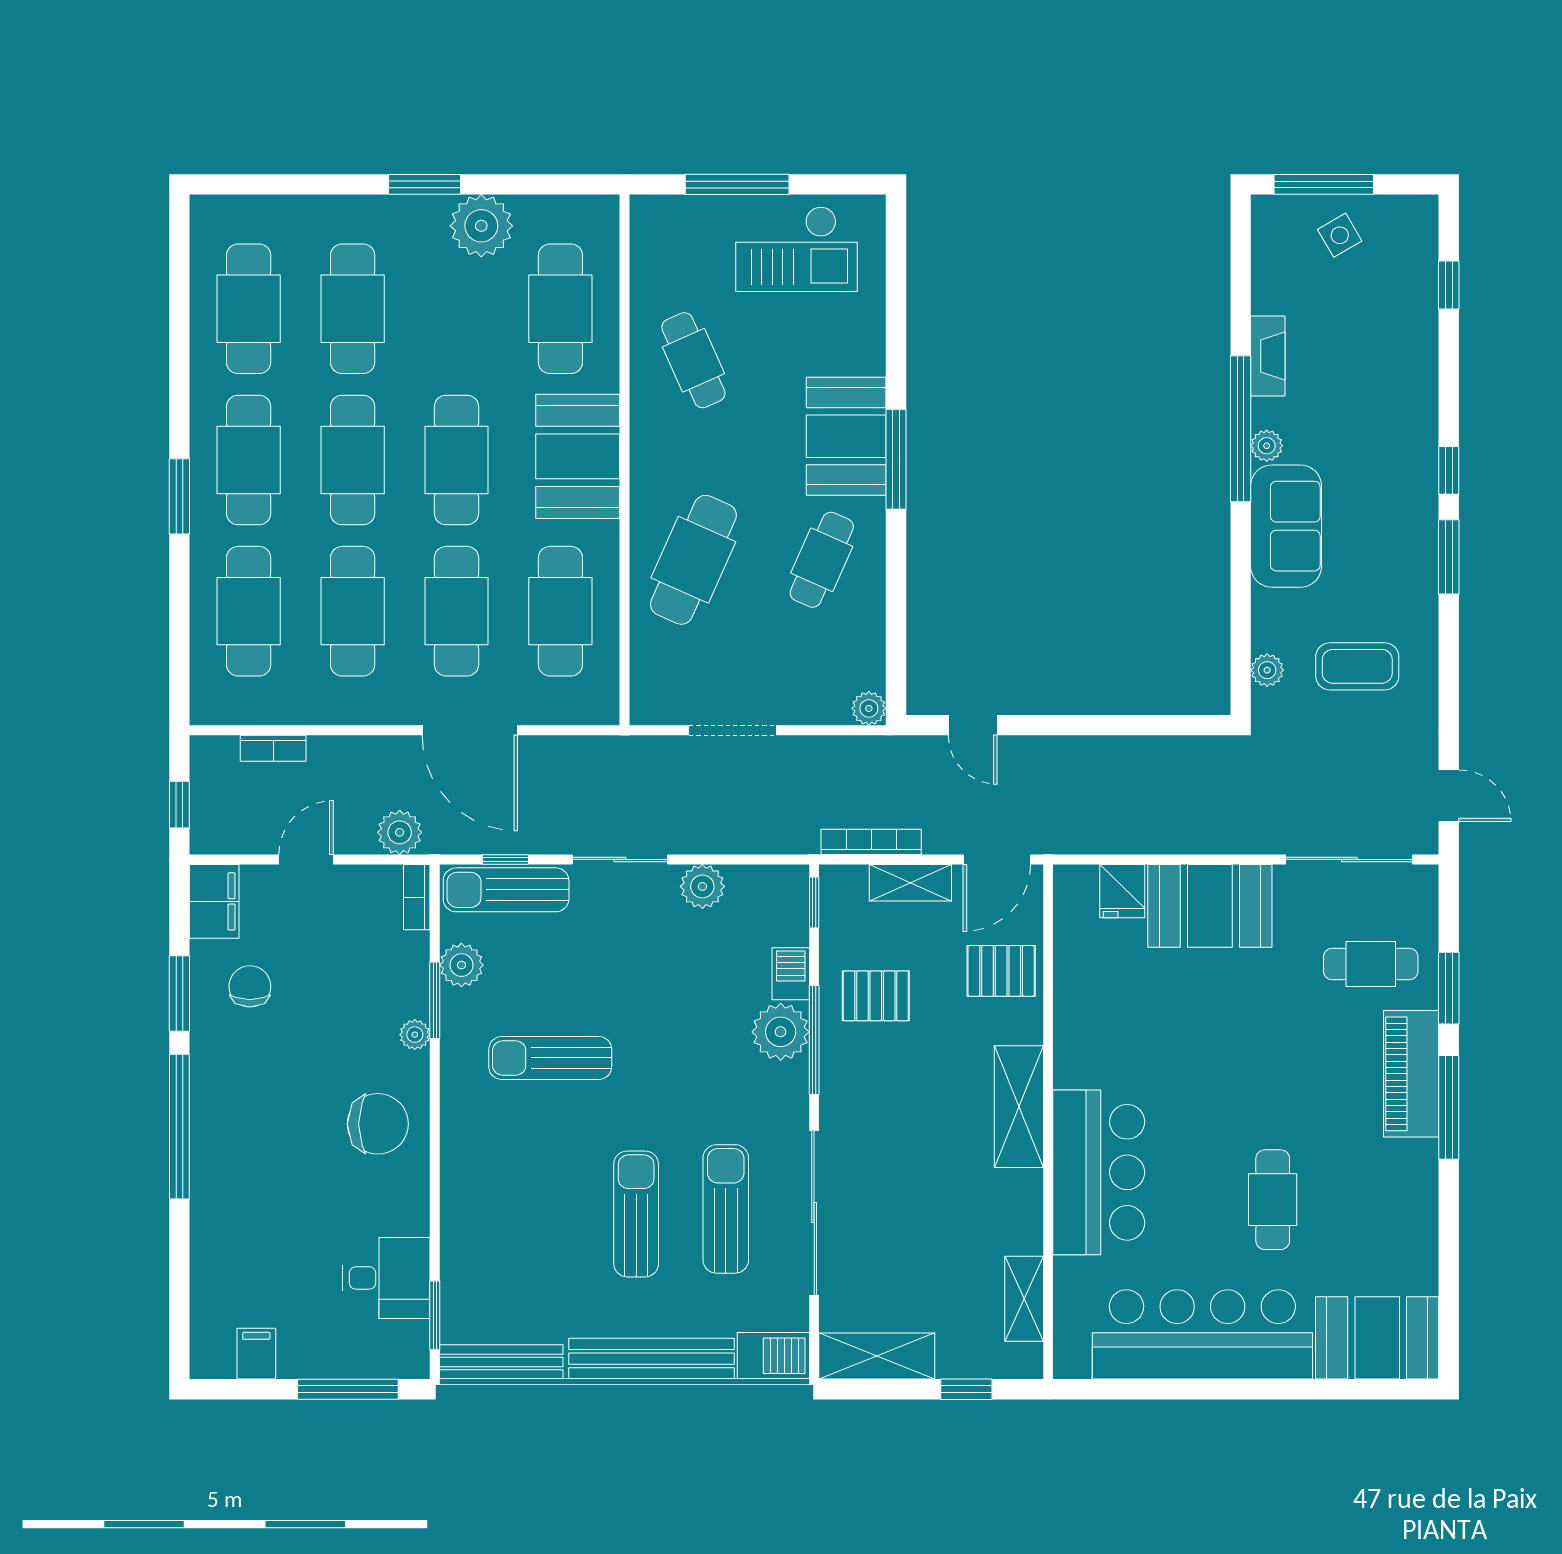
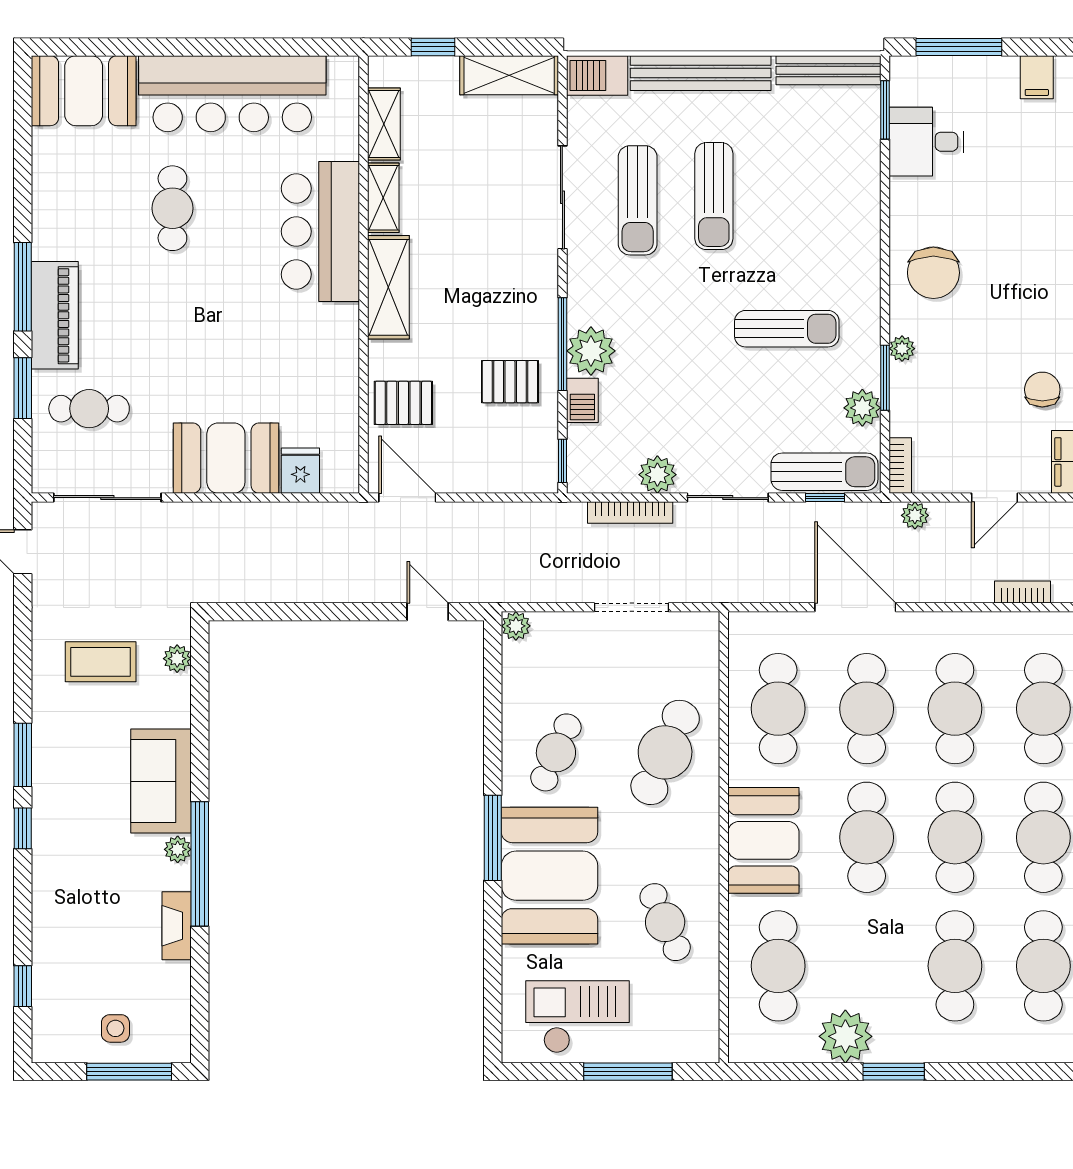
side table: (1340, 235) -> (115, 1028), turned 30
booth: (846, 436) -> (549, 876), width x1.36, depth x1.42
plant: (400, 832) -> (915, 515), width x0.73, depth x0.73
bookcase: (871, 842) -> (630, 513), moved
door: (997, 859) -> (407, 498), hinge flipped
shelving: (910, 883) -> (383, 198), moved, turned 90
chair: (250, 986) -> (1042, 390), turned 180
chair: (378, 1124) -> (933, 273), turned -90
sliding door: (814, 1213) -> (562, 197), width x0.73

